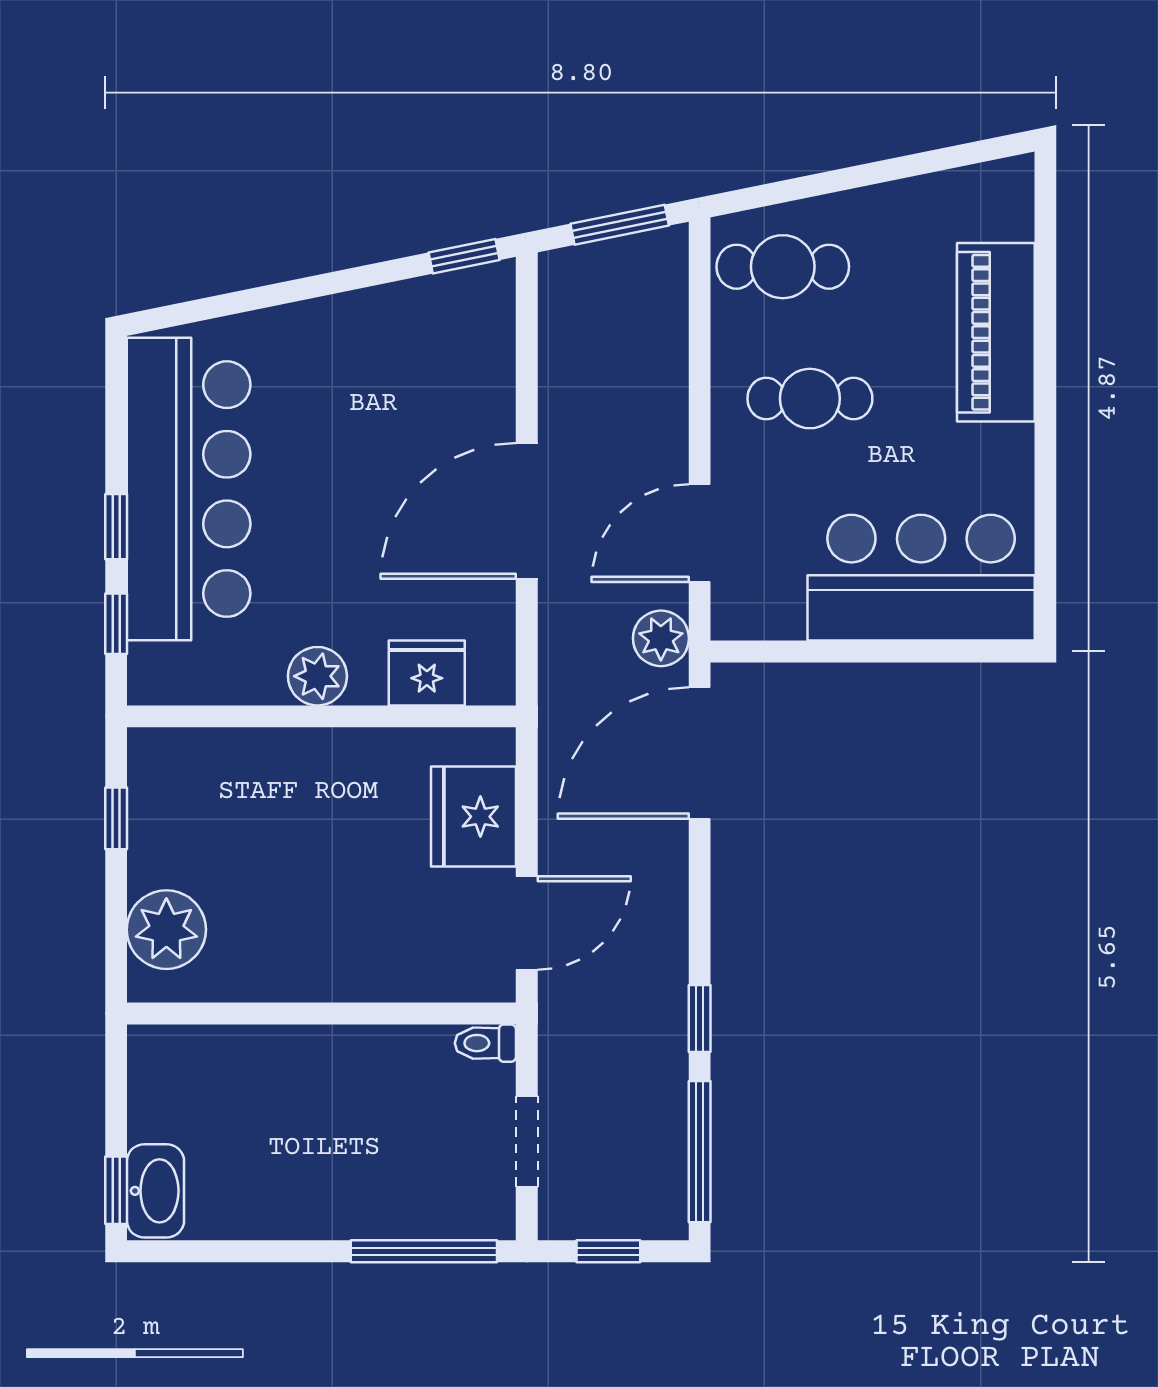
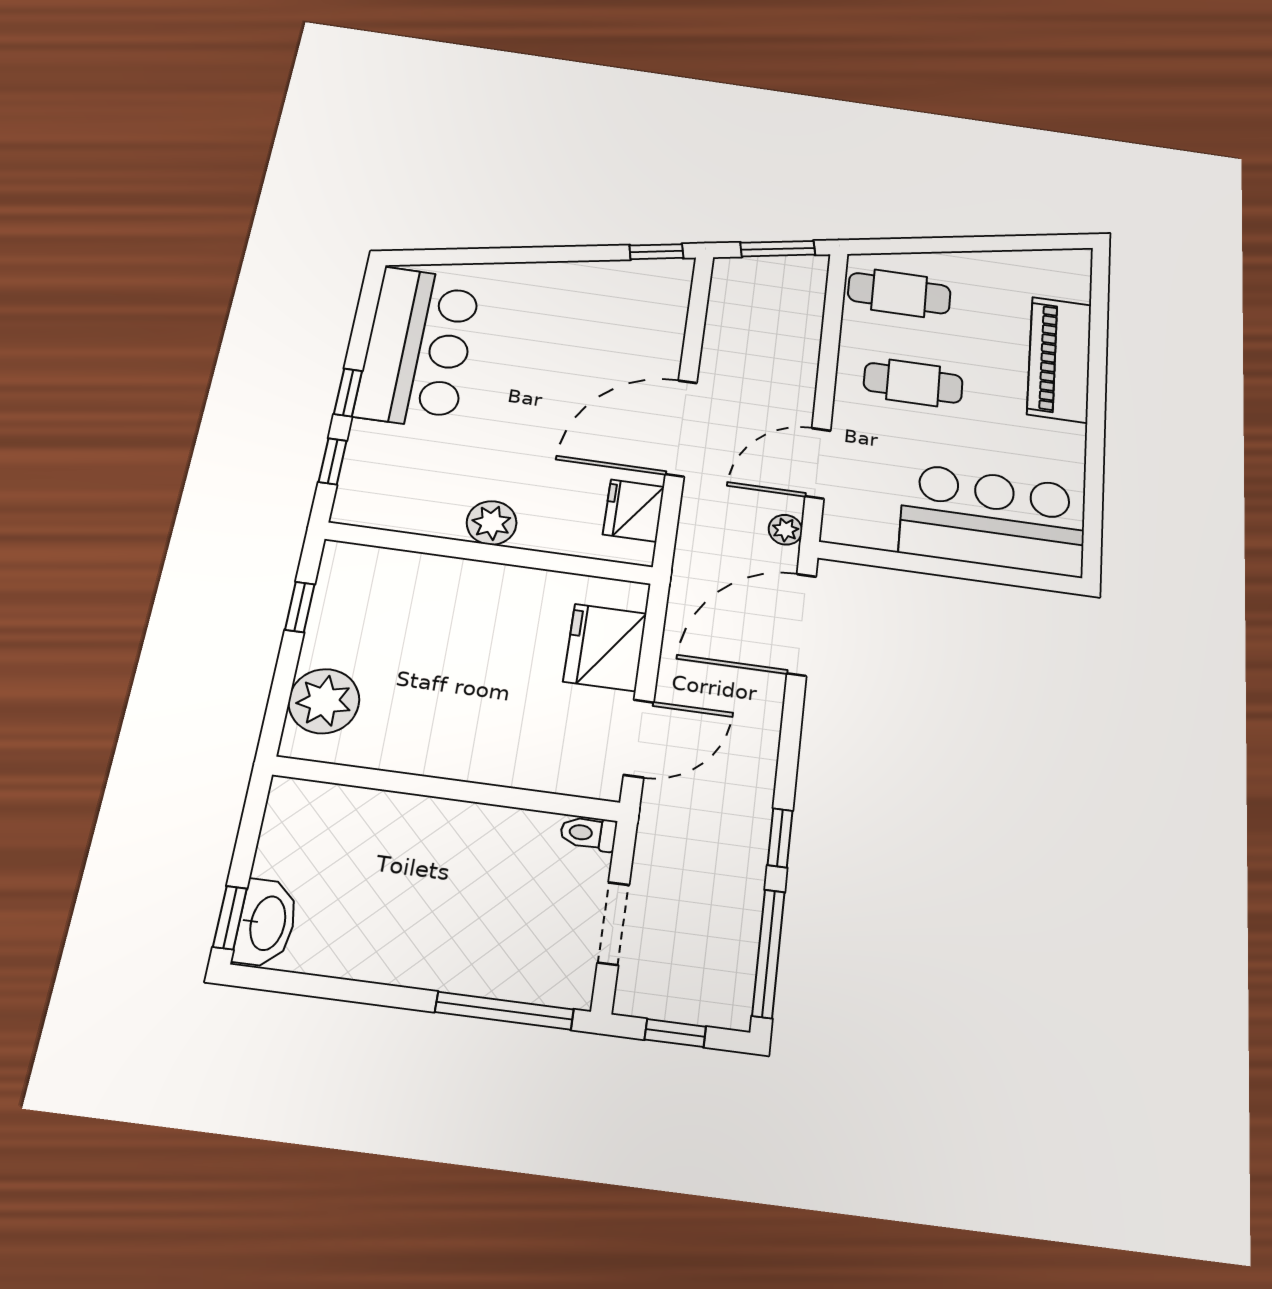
bar counter: (189, 489) -> (418, 347), width x0.73
plant: (661, 638) -> (785, 530), width x0.73, depth x0.73
fridge: (427, 673) -> (634, 510), moved, turned -90

